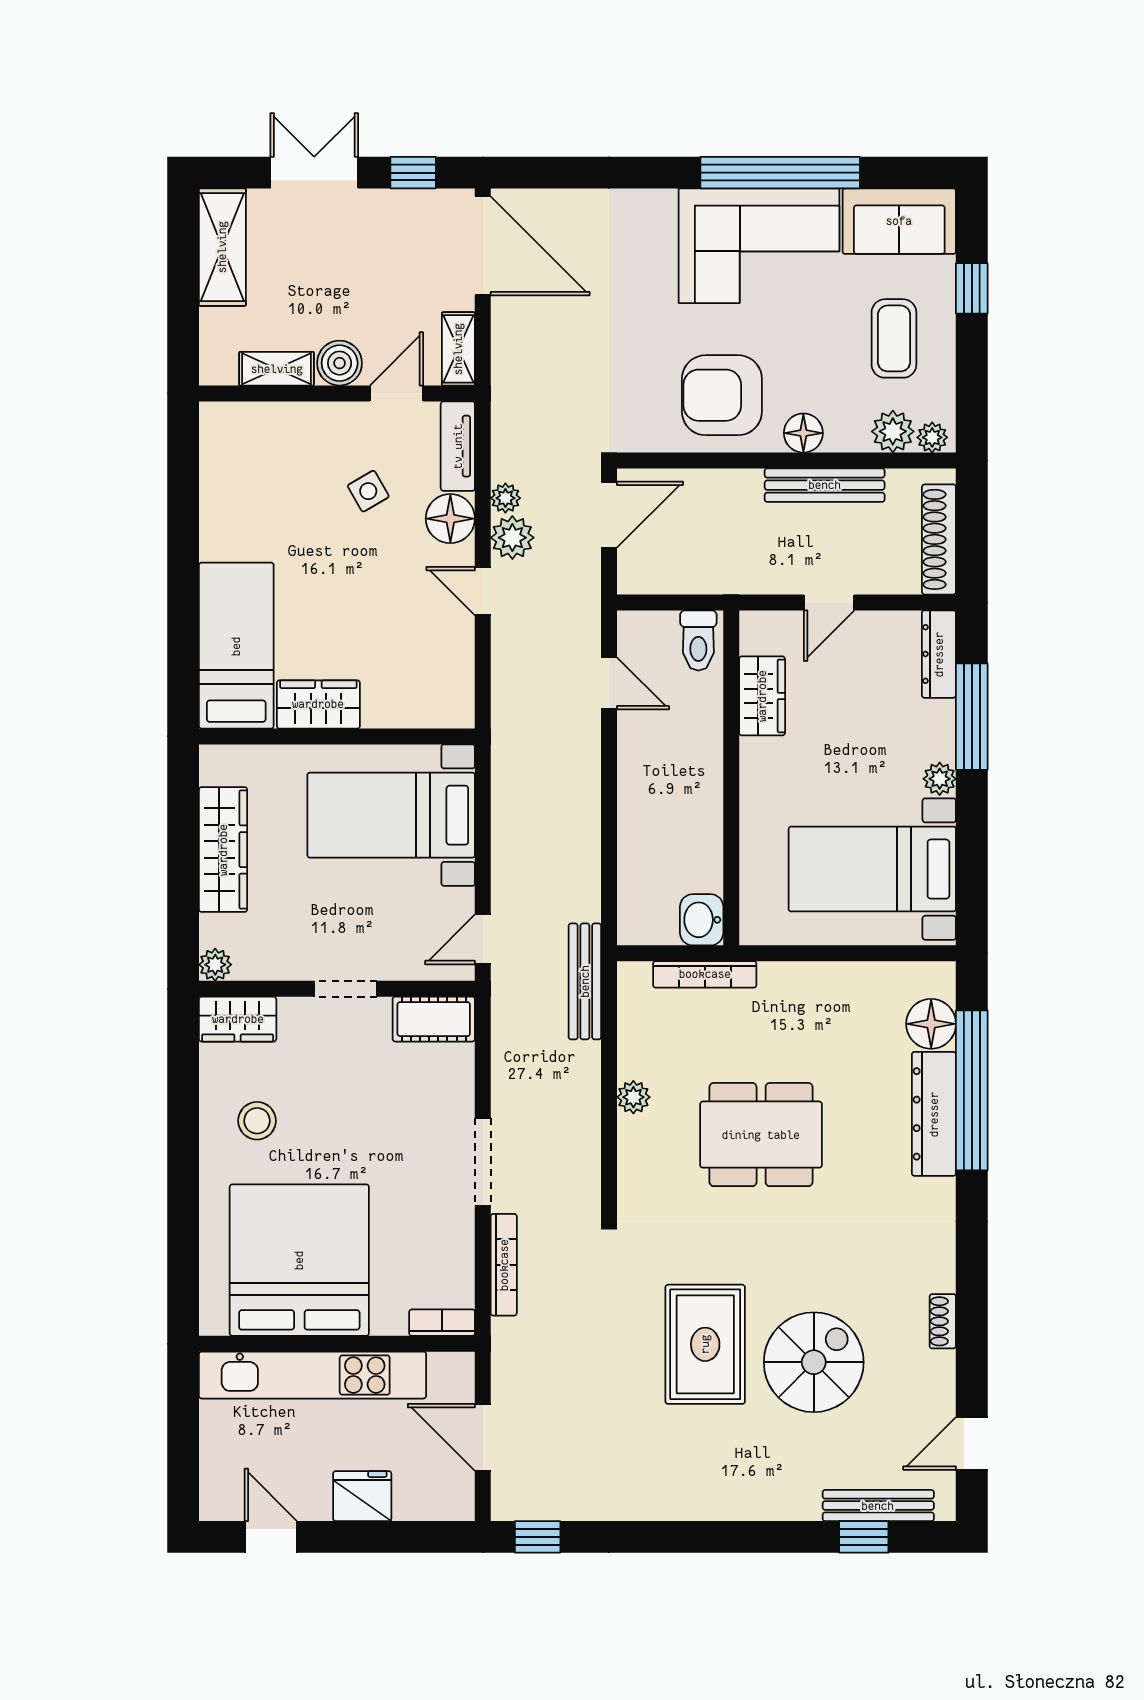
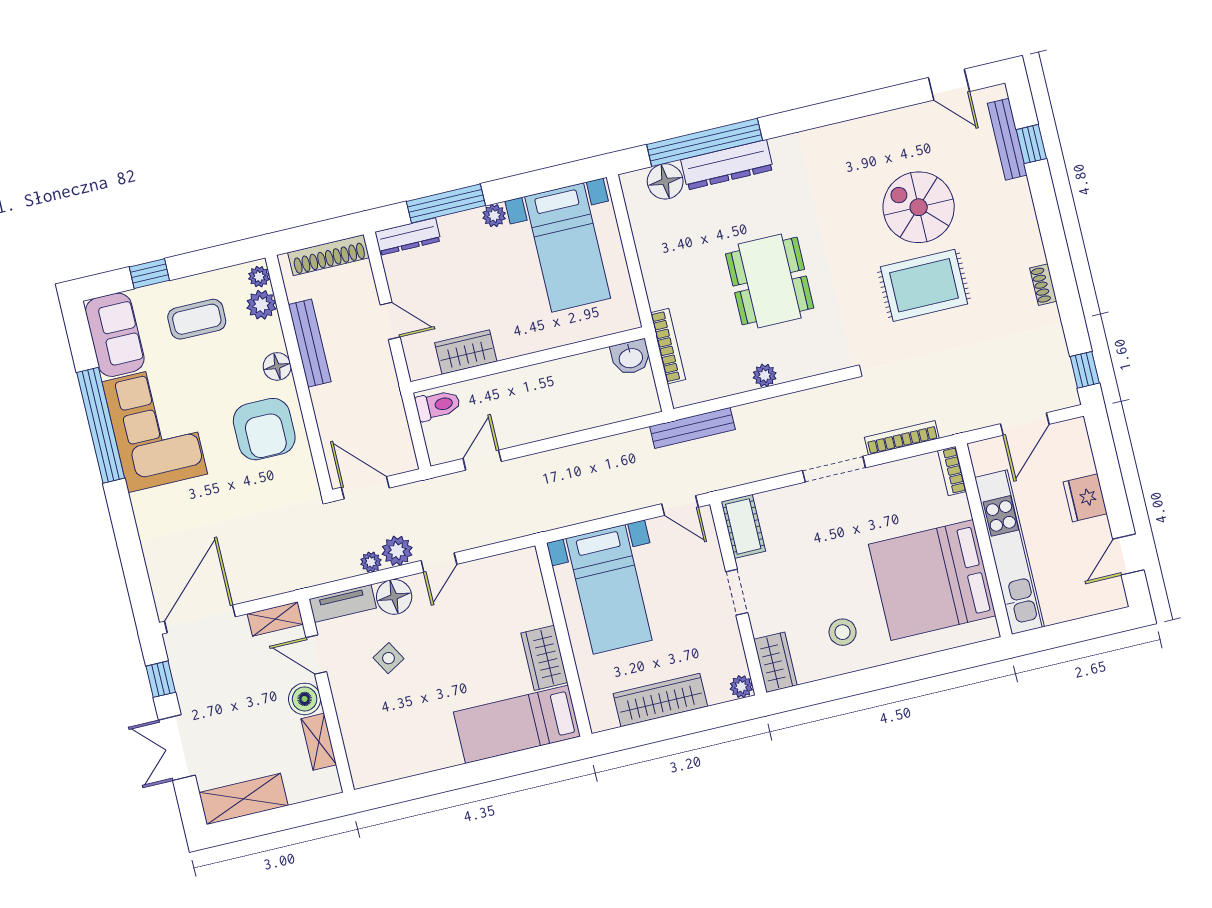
shoe rack: (943, 1321) -> (1043, 285), moved, turned 90

